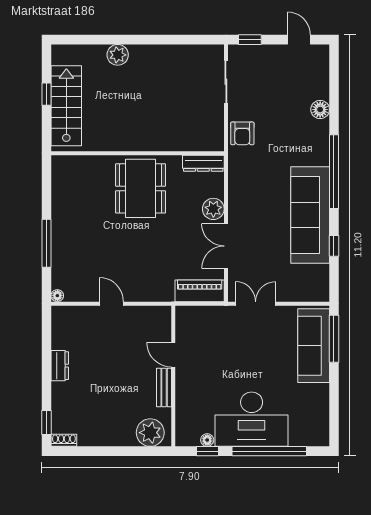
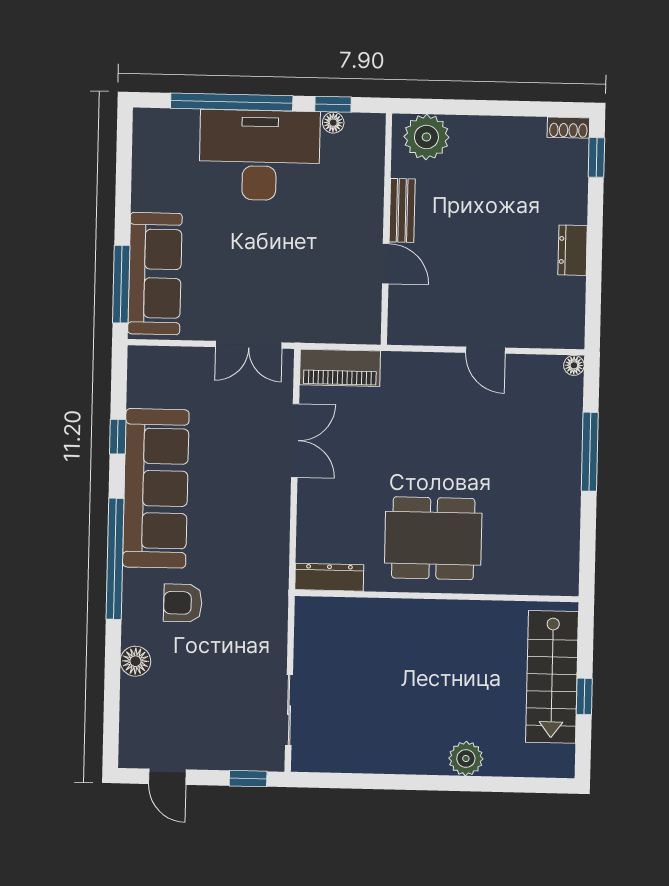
armchair: (242, 133) -> (183, 603), moved, turned -90
dining table: (141, 188) -> (433, 538), turned 90
plant: (213, 209) -> (314, 502), removed

